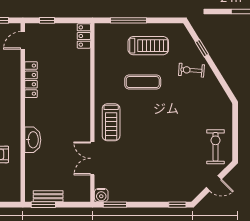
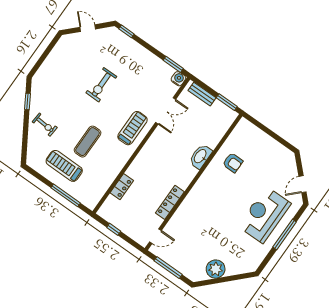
window: (47, 20) -> (114, 229), moved
locker: (84, 36) -> (122, 187), moved
window: (202, 48) -> (28, 101), moved
exercise mat: (143, 82) -> (88, 142), turned 90
exercise bike: (216, 147) -> (101, 85), moved
bench: (48, 196) -> (202, 94), moved

